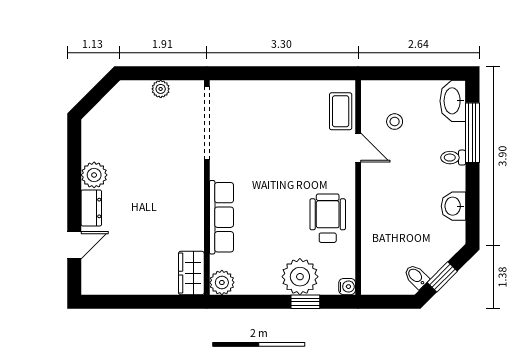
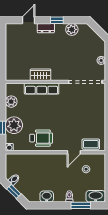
window: (472, 133) -> (81, 205), width x0.69
plant: (94, 175) -> (72, 29), moved
window: (74, 184) -> (57, 20), added
door: (74, 245) -> (29, 20), swing flipped
wardrobe: (191, 273) -> (41, 75), moved
plant: (222, 282) -> (11, 102), moved

